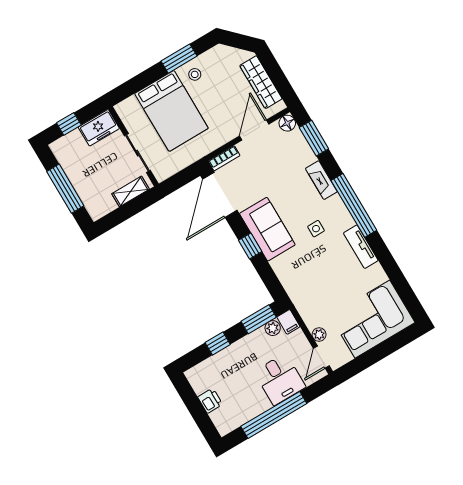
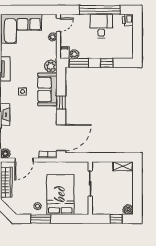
freezer: (99, 128) -> (102, 208), removed
boiler: (59, 148) -> (128, 210), added
window: (65, 189) -> (137, 187), removed
shelving: (130, 191) -> (123, 166), moved
sofa: (267, 229) -> (47, 89), moved
plant: (297, 290) -> (51, 66), added
desk: (280, 379) -> (101, 26), moved
printer: (210, 401) -> (128, 20), moved

